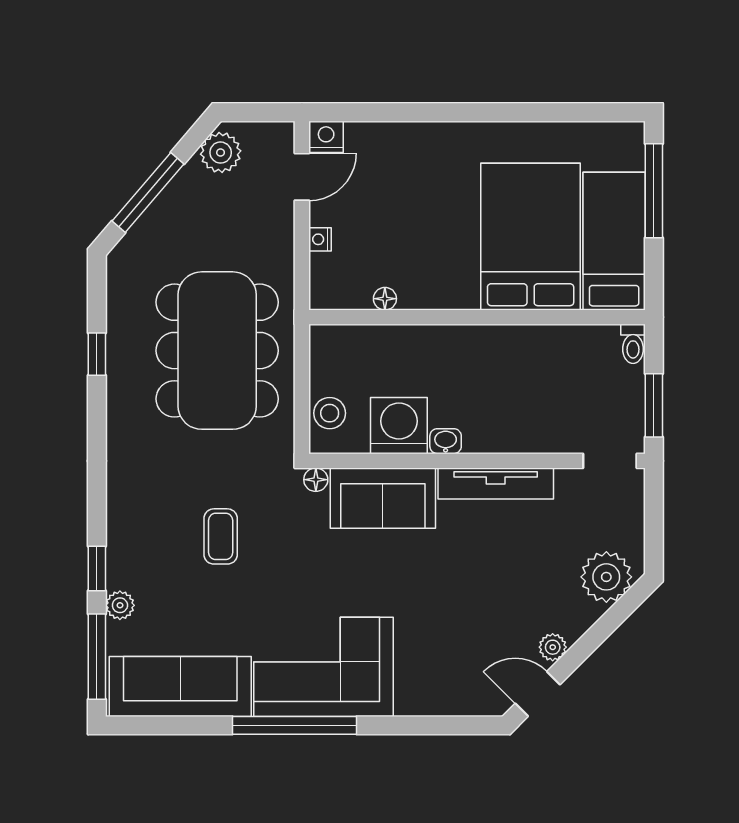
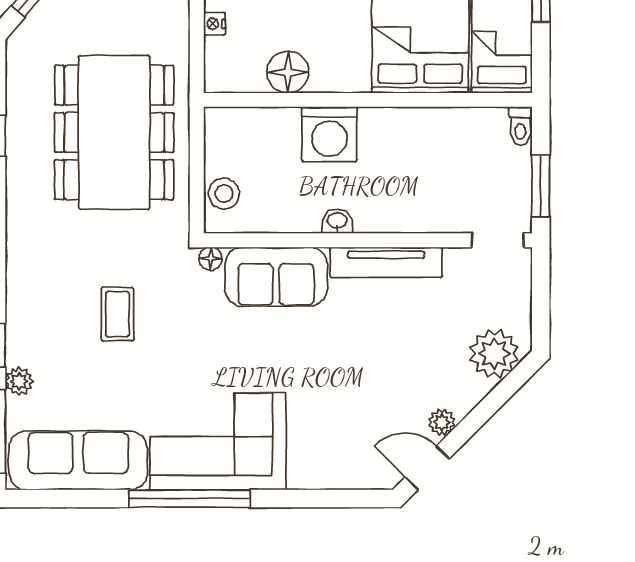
floor lamp: (385, 299) -> (288, 72), width x1.89, depth x1.89
washing machine: (399, 426) -> (329, 134), moved, turned 180

